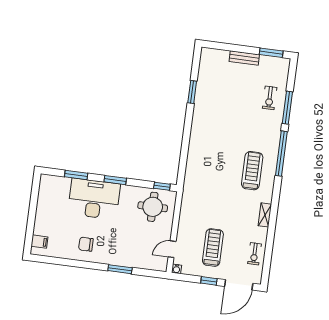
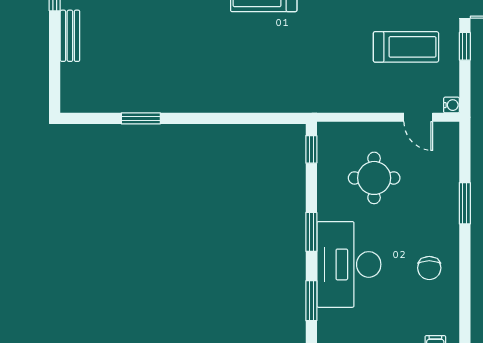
round table: (153, 207) -> (374, 178), moved
treadmill: (213, 247) -> (406, 47), turned 180

